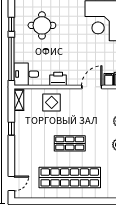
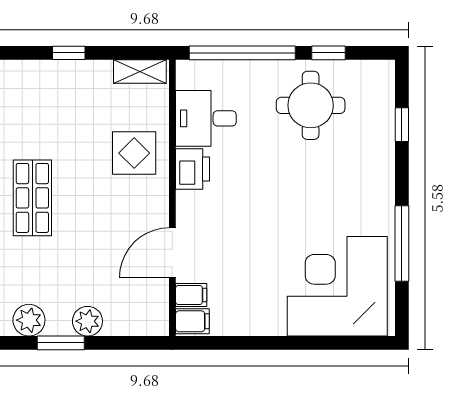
round table: (42, 25) -> (311, 105), moved
desk: (26, 74) -> (206, 118), moved, turned -90
door: (92, 87) -> (172, 253), swing flipped

